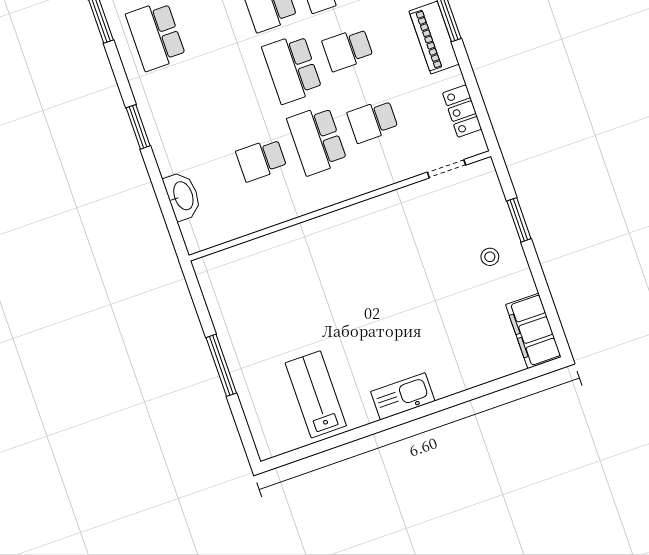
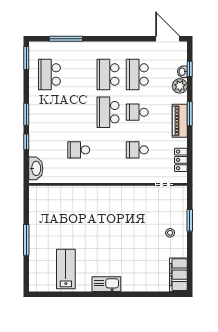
school desk: (317, 140) -> (108, 150), removed
window: (156, 179) -> (26, 142), added
washbasin: (183, 196) -> (36, 168), moved

